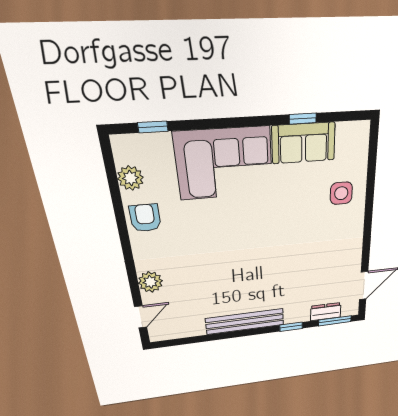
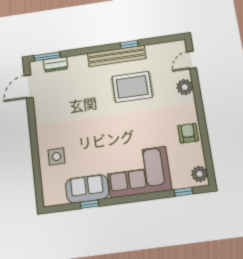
plant: (130, 178) -> (200, 174), moved
armchair: (145, 218) -> (188, 133), turned 180
rug: (227, 283) -> (132, 87), added
window: (291, 327) -> (129, 44), moved

